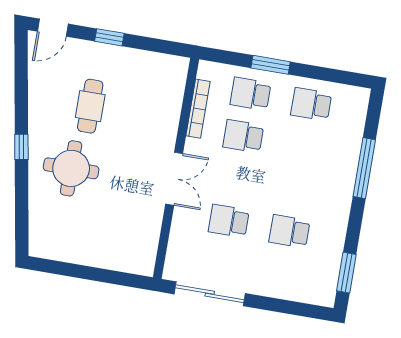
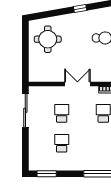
round table: (71, 168) -> (48, 39), moved
double door: (174, 179) -> (77, 84), swing flipped

